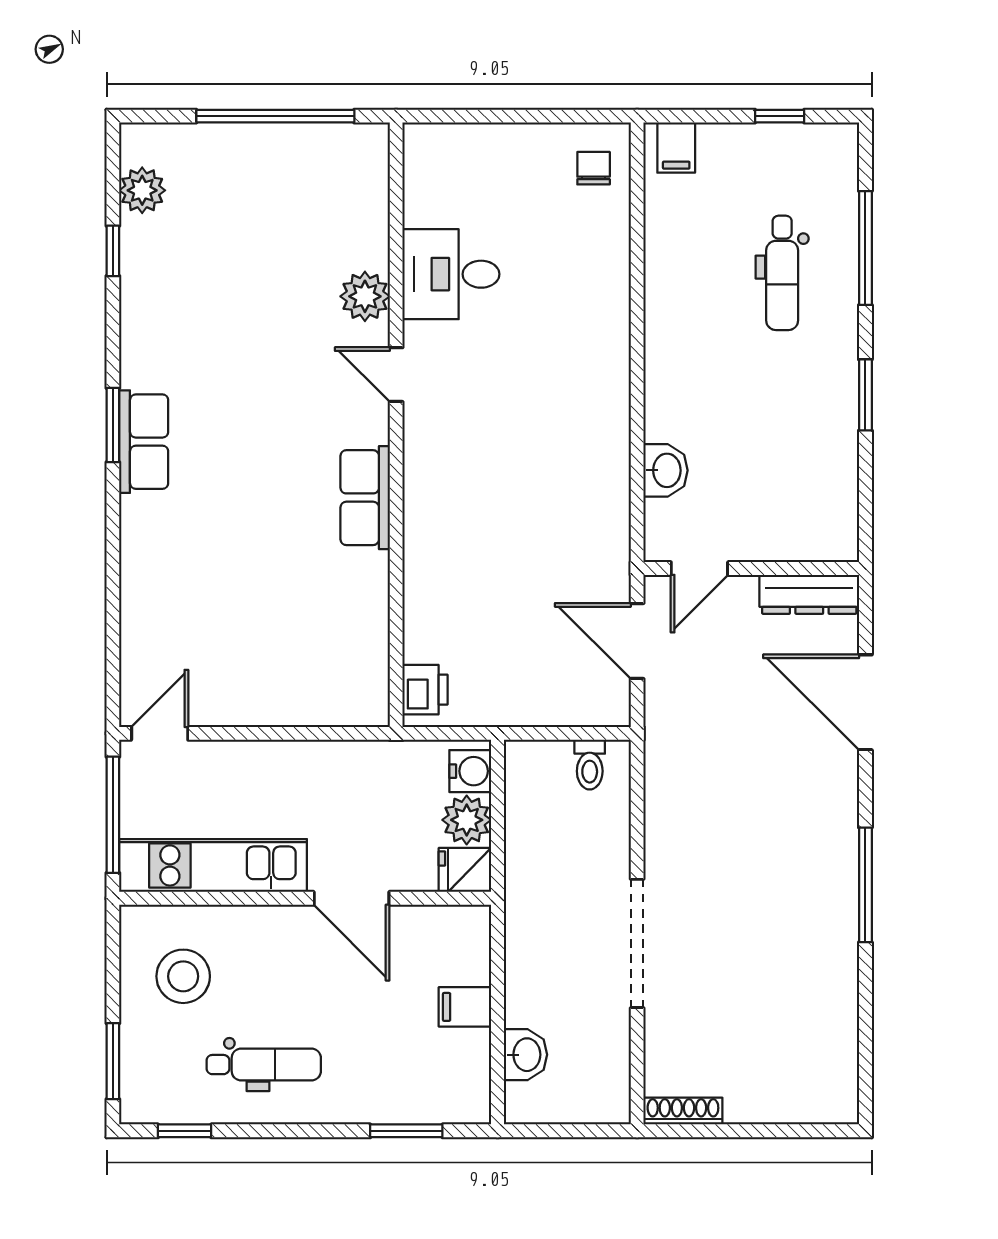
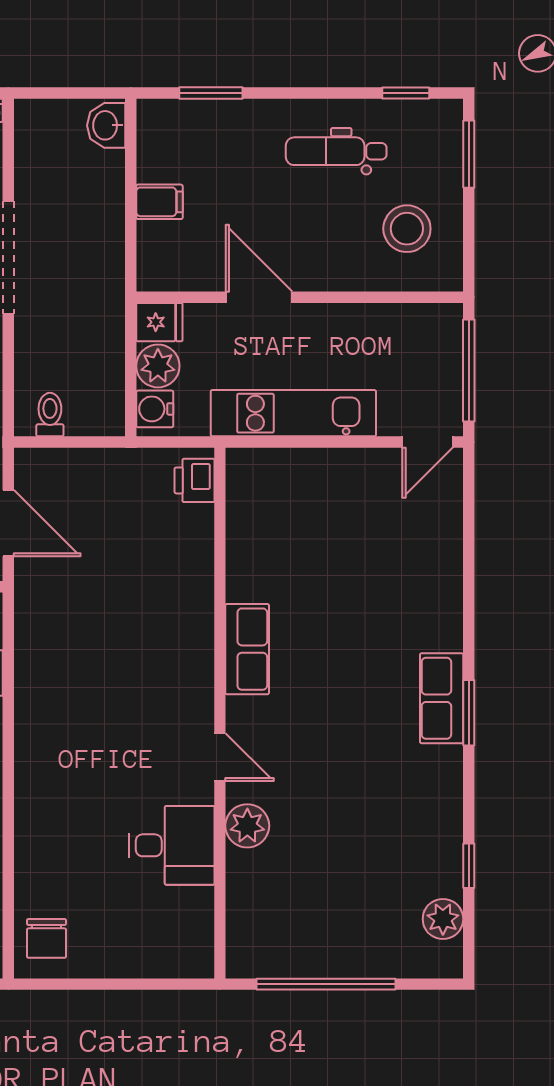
chair: (594, 168) -> (47, 938), width x1.37, depth x1.37
kitchen unit: (213, 865) -> (293, 413), moved, turned 180
washbasin: (526, 1055) -> (106, 125), moved

